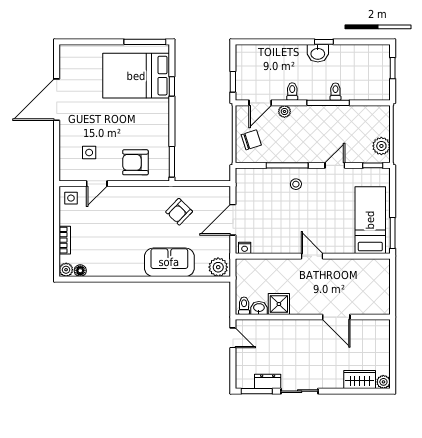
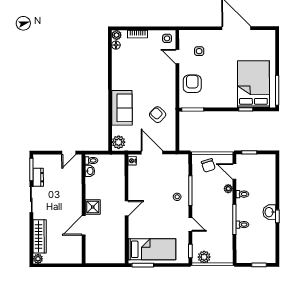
shower: (279, 304) -> (93, 207), moved
wardrobe: (360, 380) -> (40, 236), width x1.50

